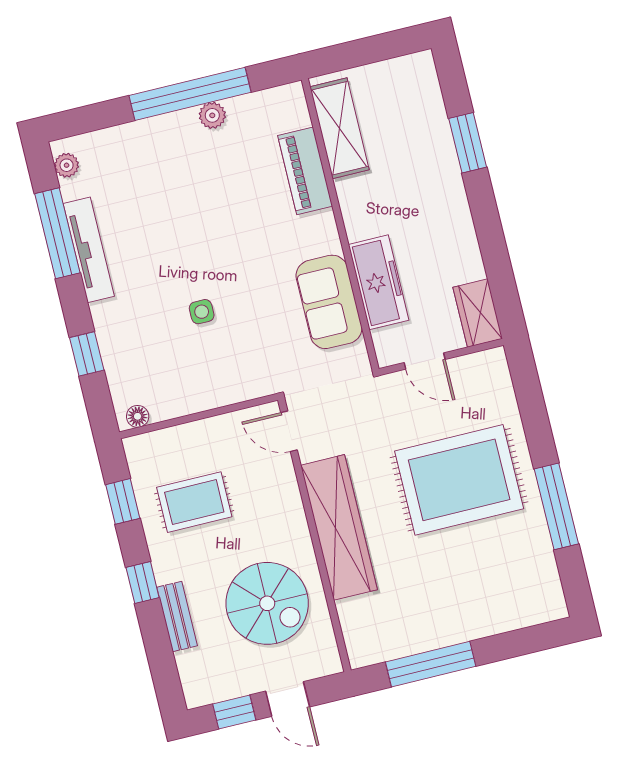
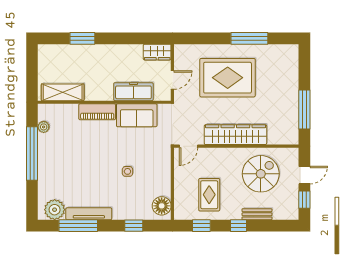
plant: (212, 115) -> (44, 127), moved
plant: (67, 165) -> (55, 210), width x1.88, depth x1.88
piano: (305, 171) -> (97, 112), moved
floor lamp: (138, 416) -> (162, 206), width x1.89, depth x1.89
rug: (459, 480) -> (228, 78), turned 90

